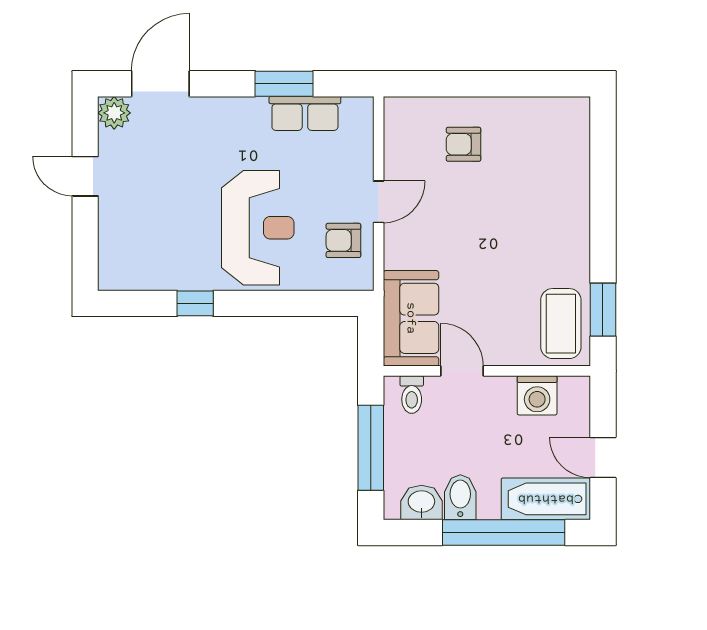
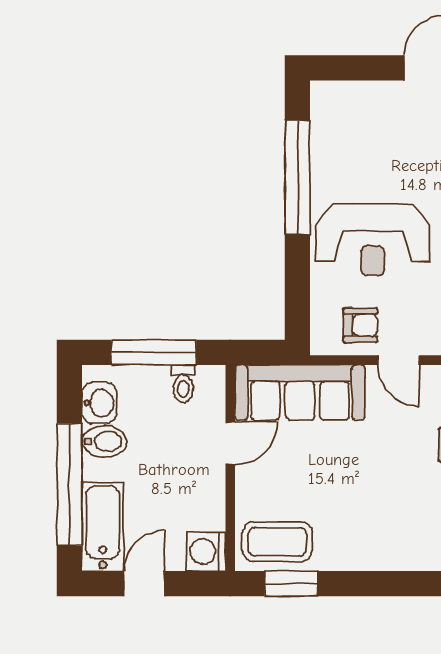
armchair: (343, 240) -> (360, 325), turned 90
window: (195, 303) -> (297, 177), width x3.17
sofa: (411, 318) -> (300, 392), width x1.36
toilet: (412, 395) -> (183, 384), moved, turned -90
washing machine: (537, 395) -> (206, 551), moved

